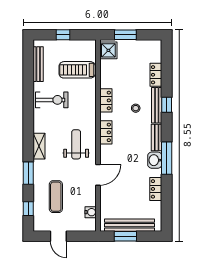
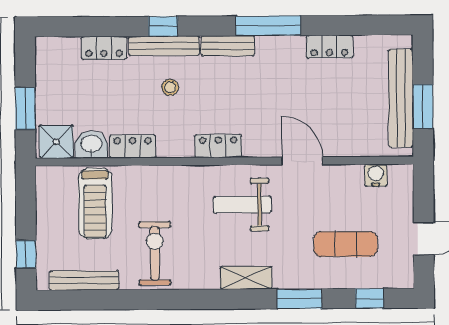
window: (63, 35) -> (26, 254), moved
locker: (106, 100) -> (133, 146), moved
washbasin: (155, 160) -> (91, 145), moved, turned 180

